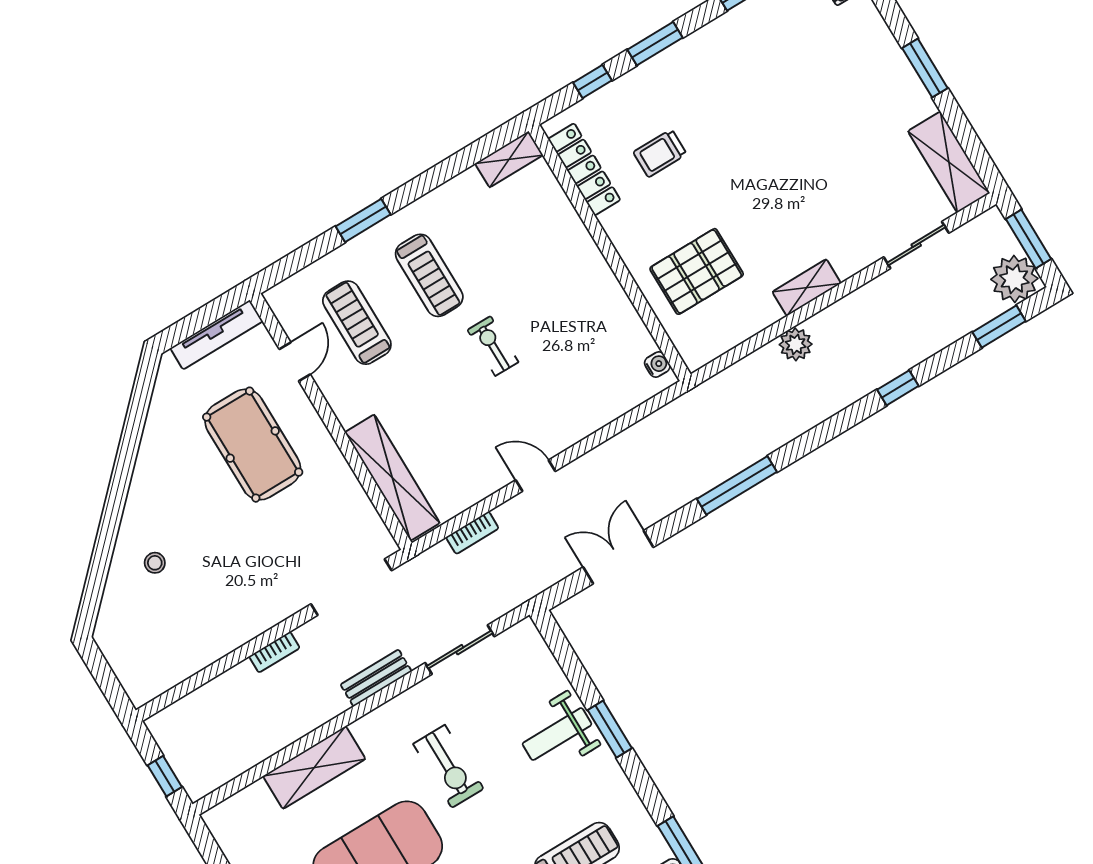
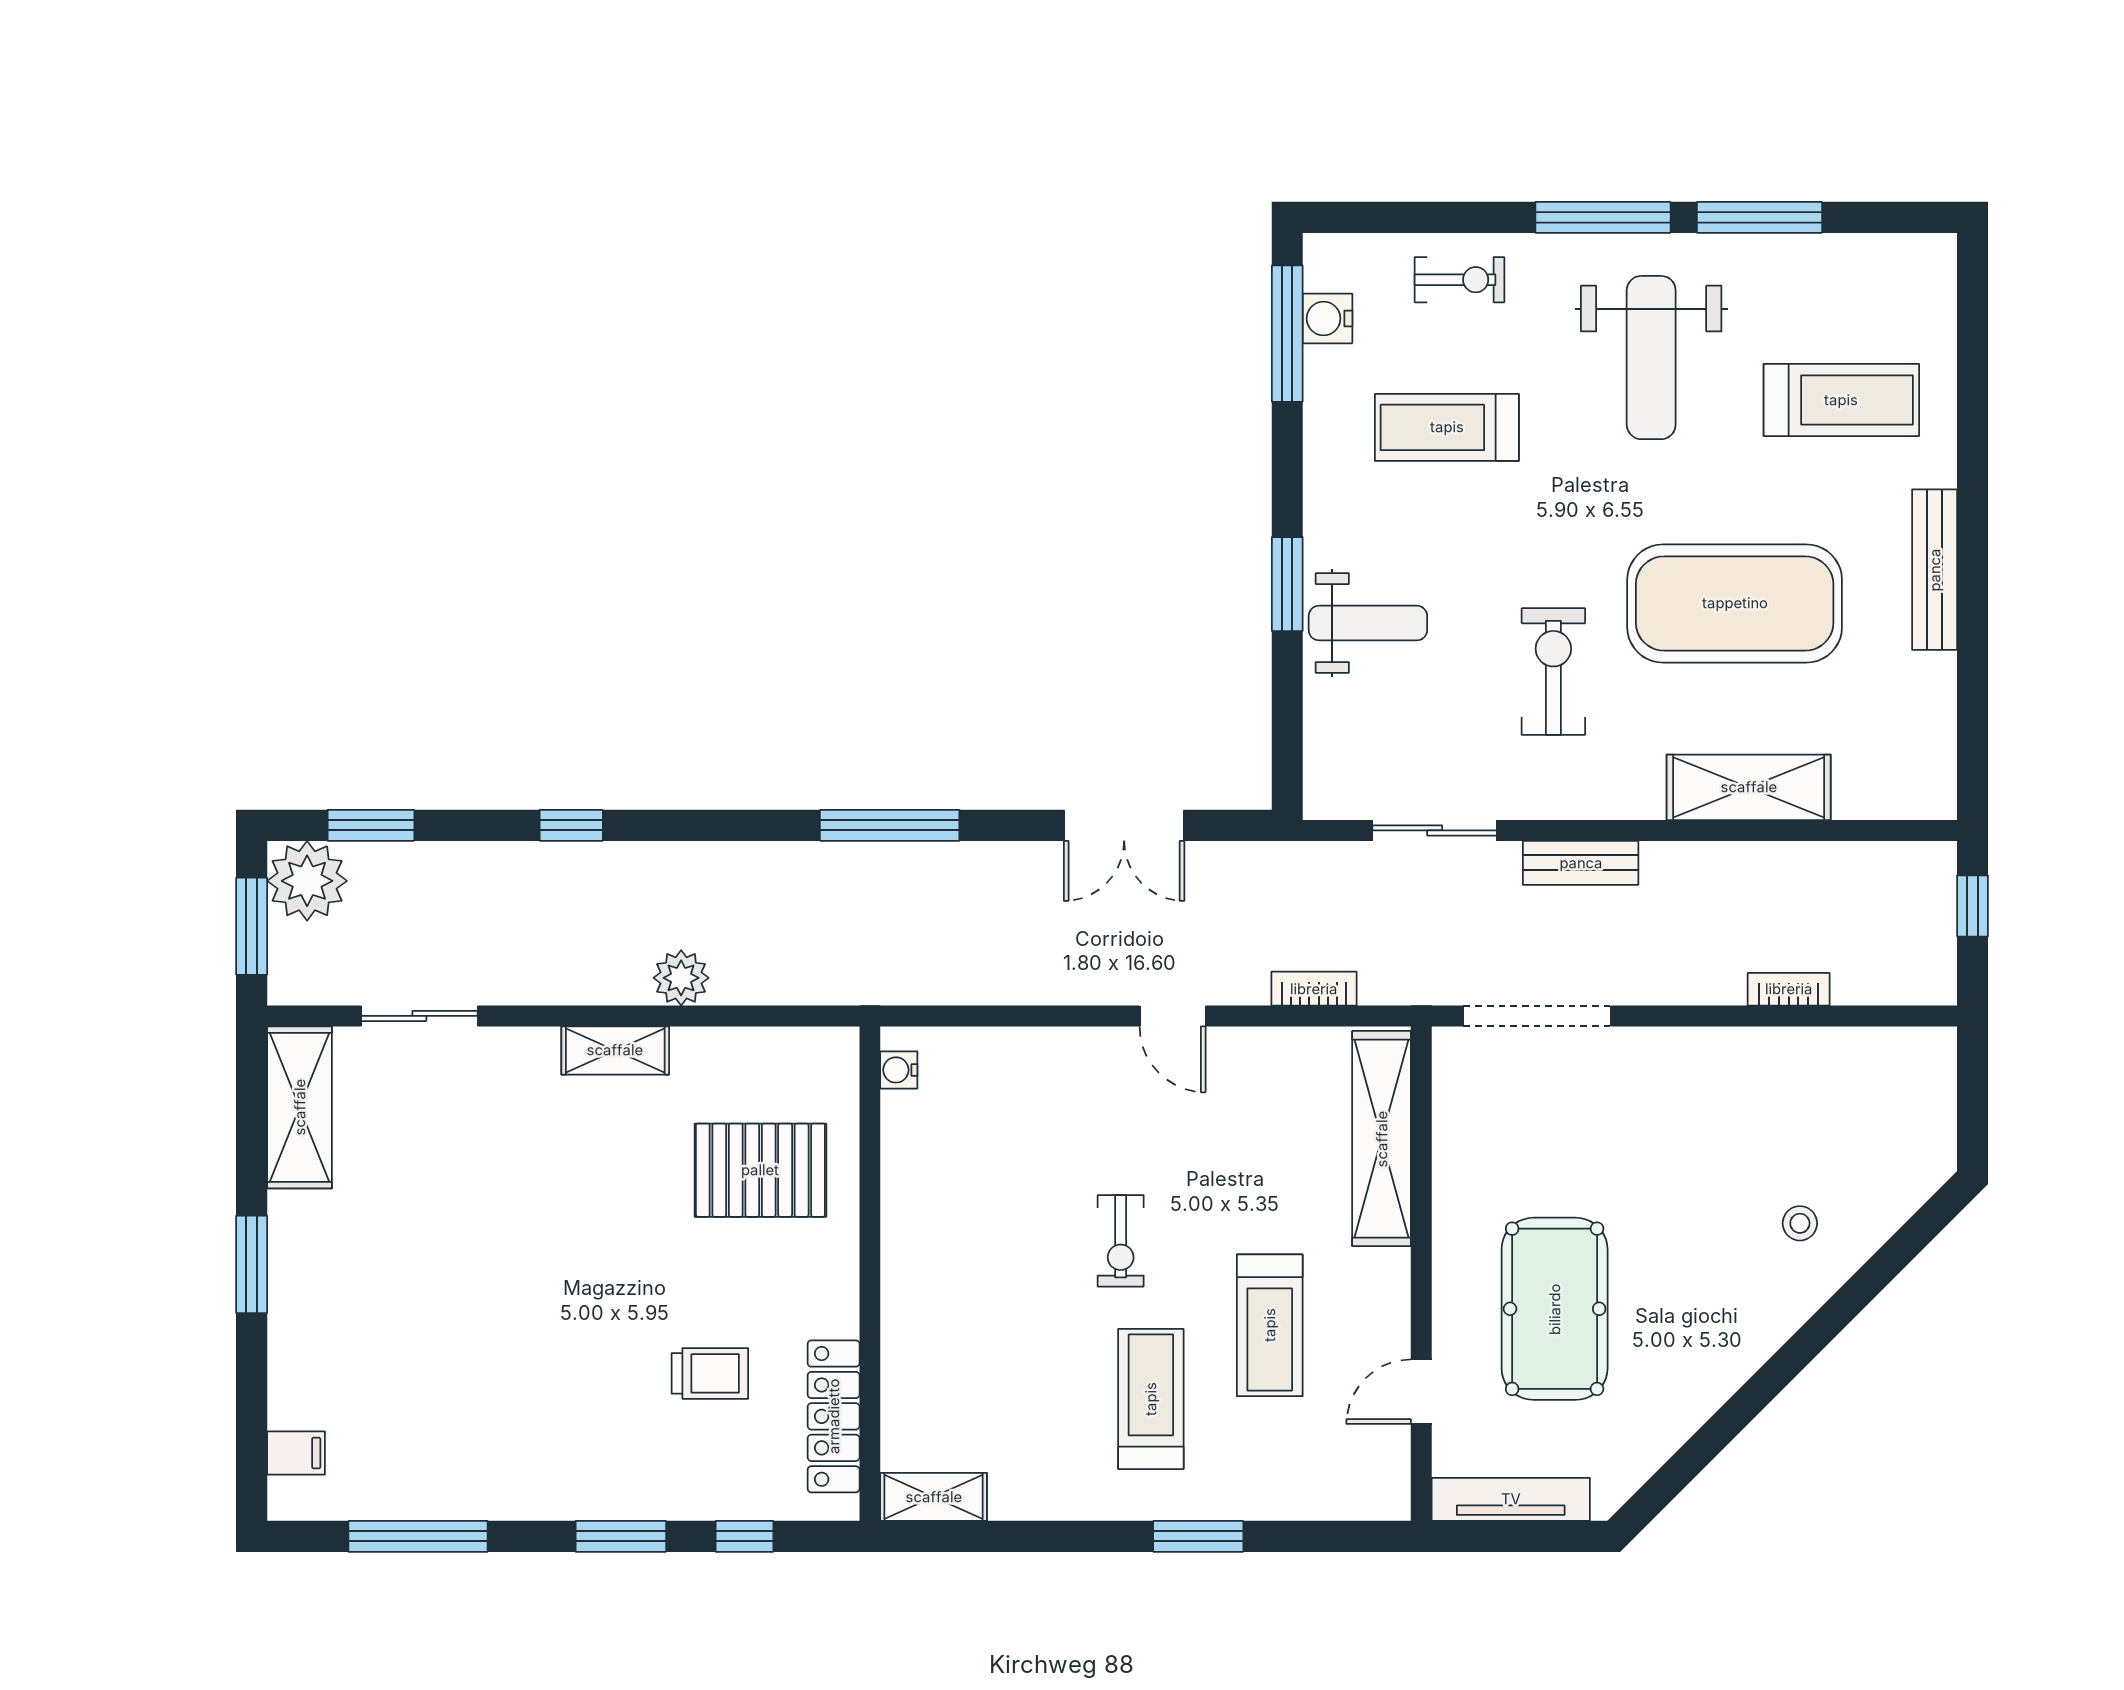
treadmill: (357, 323) -> (1270, 1325), moved
bookcase: (274, 652) -> (1789, 989), moved

